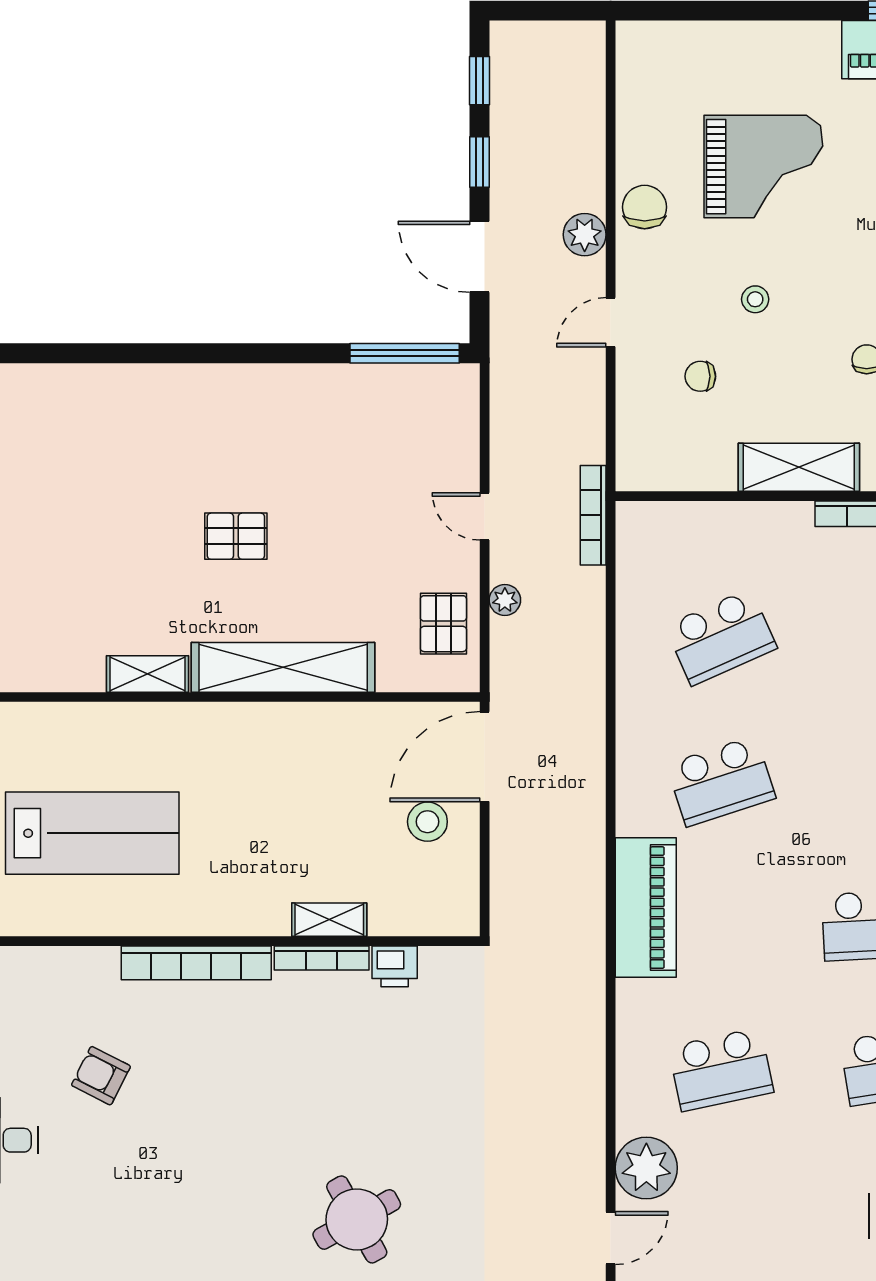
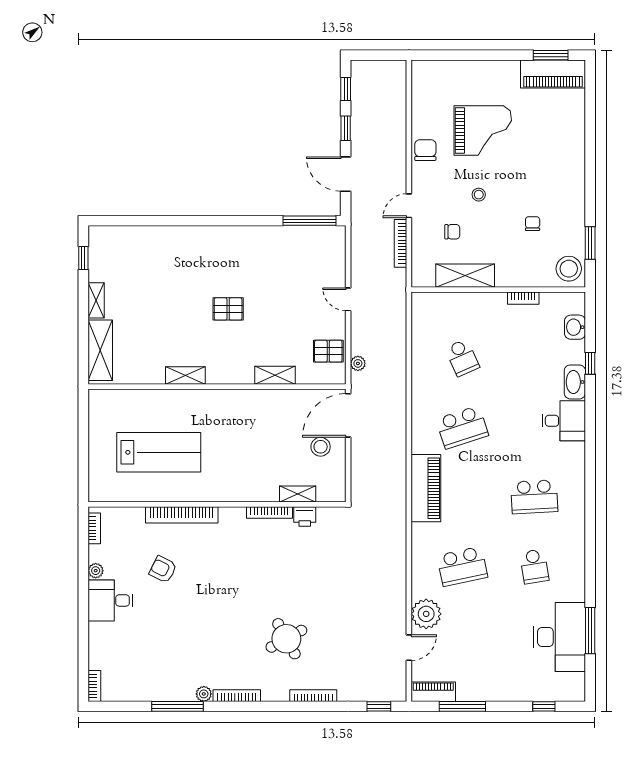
plant: (585, 235) -> (396, 163), removed
chair: (700, 376) -> (452, 232), turned 180
shelving: (799, 467) -> (465, 276), moved
bookcase: (593, 515) -> (401, 243), moved
plant: (505, 600) -> (358, 363), moved
pallet: (443, 624) -> (328, 351), turned 90
school desk: (721, 637) -> (462, 358), width x0.54
shelving: (283, 667) -> (275, 375), width x0.45, depth x0.75
shelving: (329, 920) -> (298, 494), moved
bookcase: (196, 963) -> (182, 515), moved

